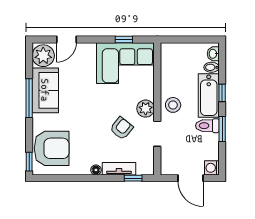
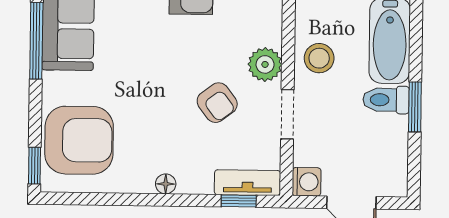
window: (222, 93) -> (416, 36), removed
armchair: (122, 128) -> (217, 103), turned 104
washing machine: (212, 168) -> (307, 182), moved, turned 180
tv unit: (119, 169) -> (248, 183), moved

